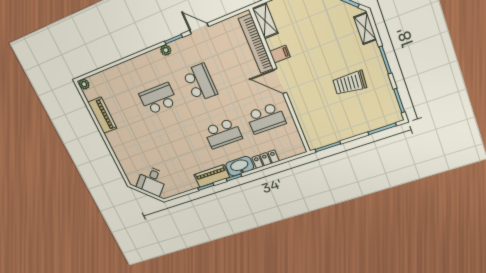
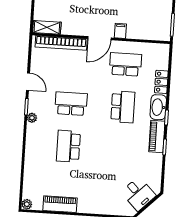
door: (199, 28) -> (28, 82), swing flipped
filing cabinet: (280, 54) -> (120, 31), moved
school desk: (266, 118) -> (125, 64), turned -90

